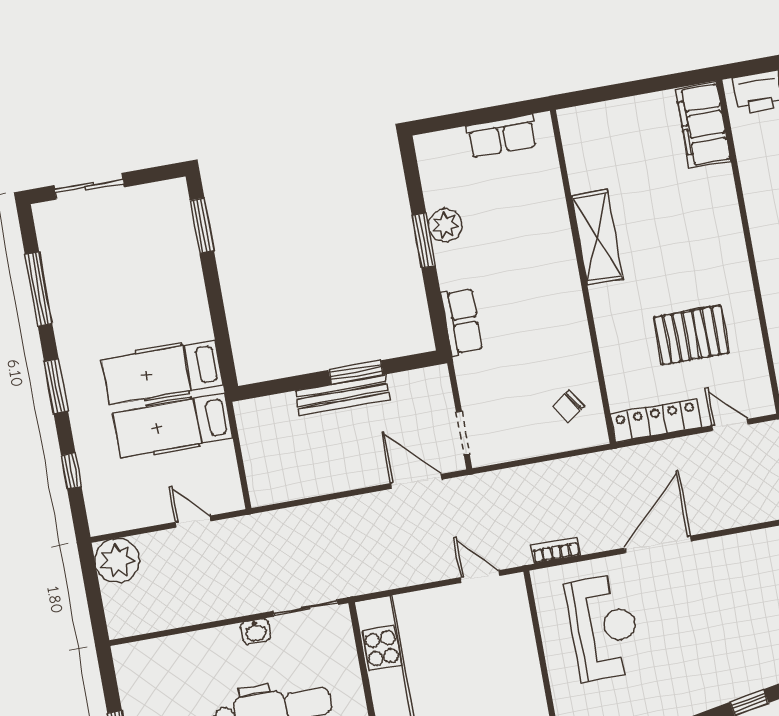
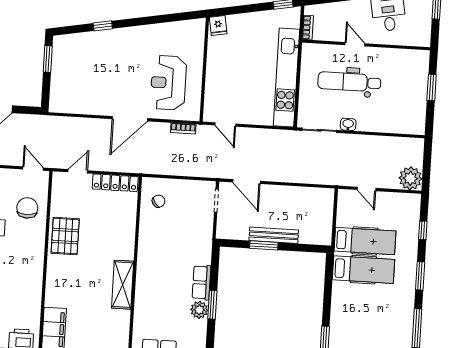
row of seats: (462, 322) -> (201, 283), moved
pallet: (691, 335) -> (65, 236), moved, turned 90
door: (730, 425) -> (78, 171), swing flipped

